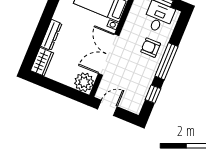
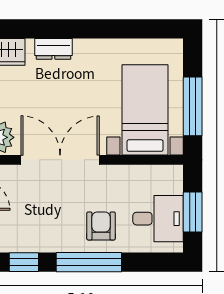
dresser: (51, 35) -> (53, 49), width x0.70

